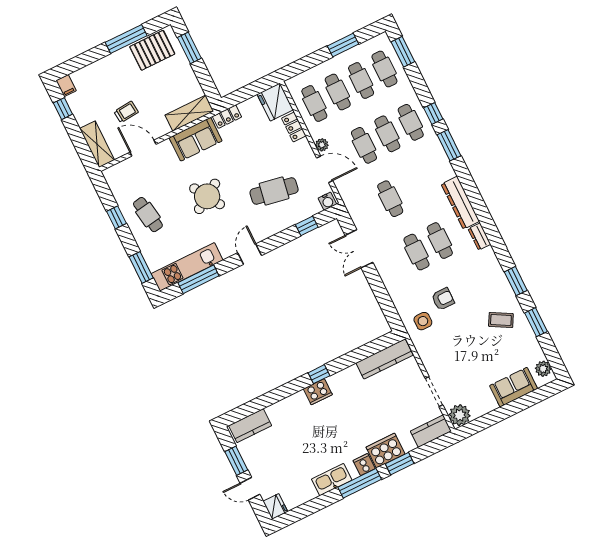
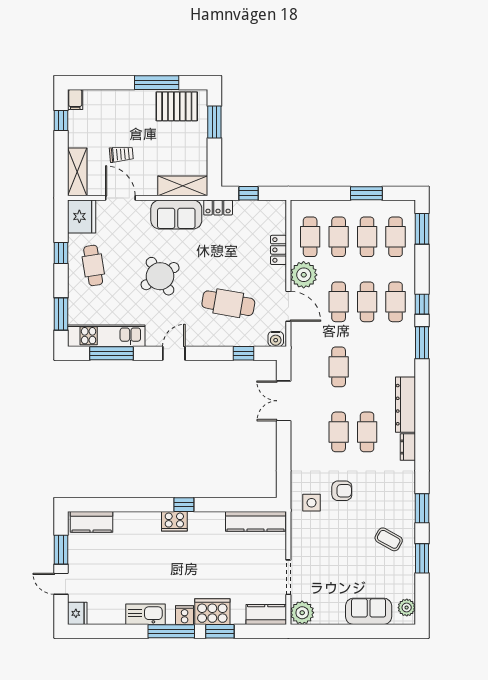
window: (246, 93) -> (248, 193), added
fridge: (275, 102) -> (82, 216), moved, turned 180
plant: (322, 145) -> (304, 275), width x1.87, depth x1.87

